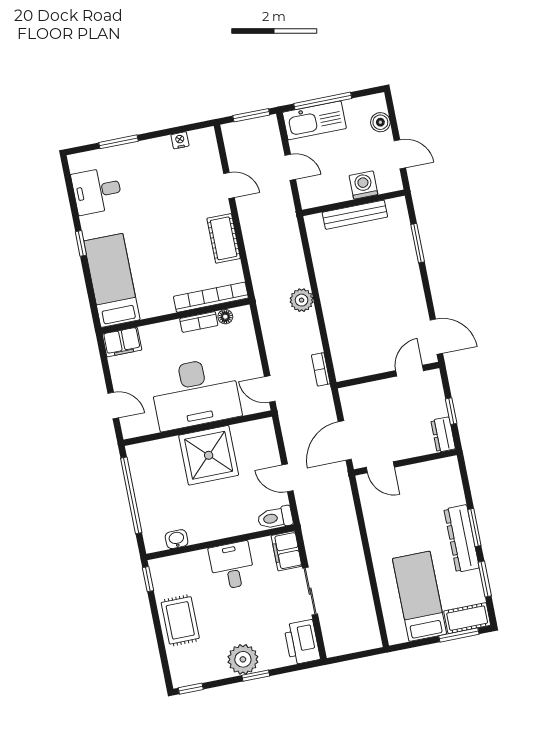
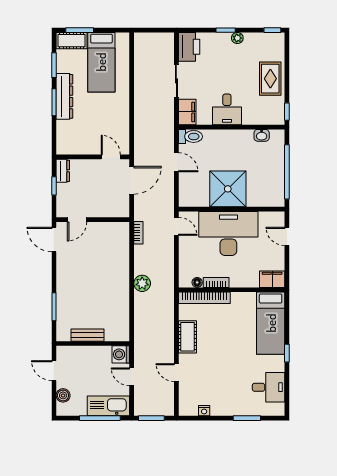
washing machine: (363, 185) -> (121, 354), moved, turned 90
bench: (355, 215) -> (87, 335), width x0.73
plant: (243, 659) -> (237, 38), width x0.53, depth x0.53

